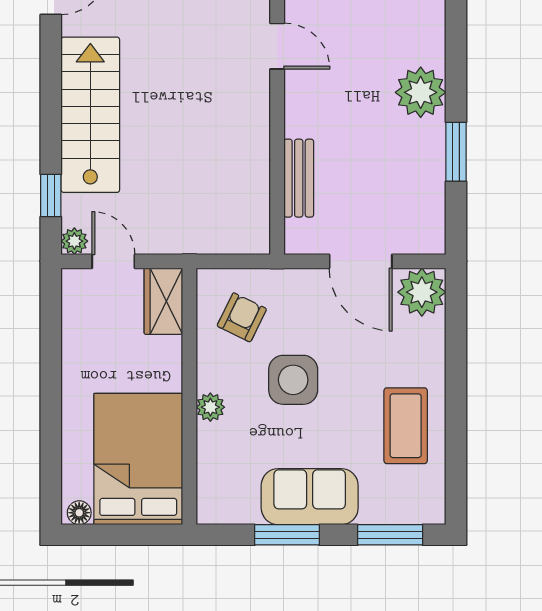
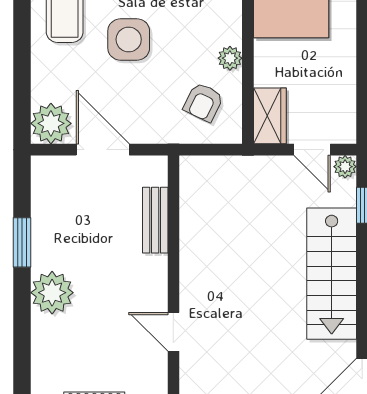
side table: (293, 380) -> (129, 39), moved
plant: (210, 407) -> (230, 58), moved

